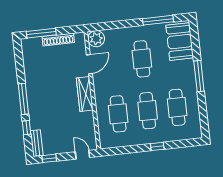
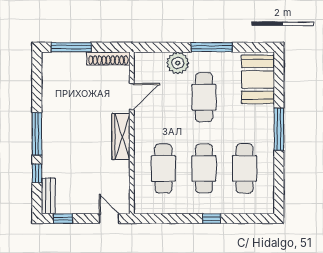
window: (158, 20) -> (212, 47), moved
plant: (96, 39) -> (178, 63), moved
shoe rack: (58, 40) -> (108, 58), moved

